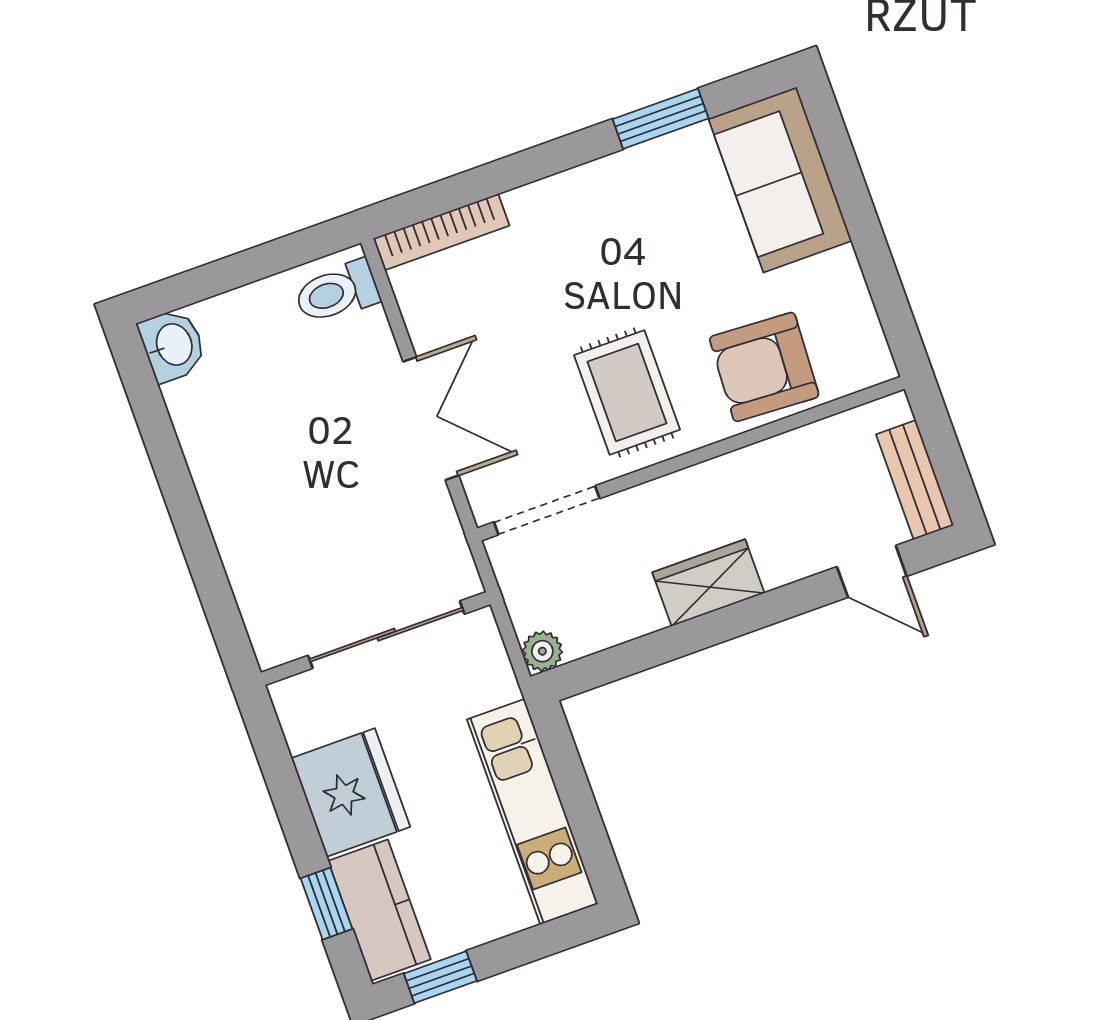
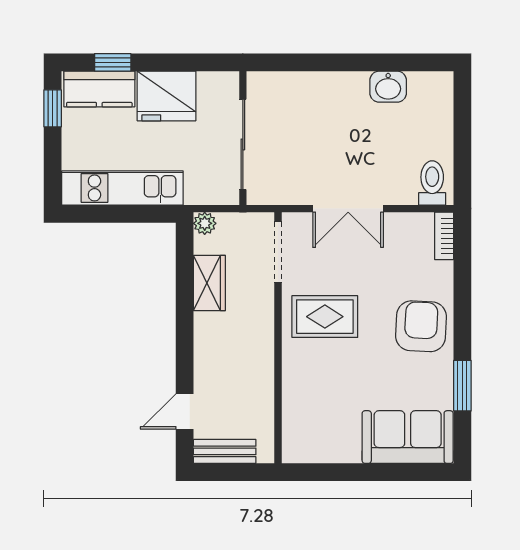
bookcase: (441, 232) -> (444, 236), width x0.64
washbasin: (173, 345) -> (388, 87), moved
armchair: (764, 367) -> (421, 326), moved
wardrobe: (708, 583) -> (209, 283), moved

